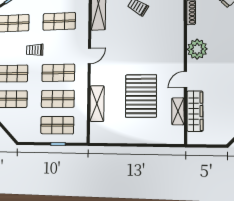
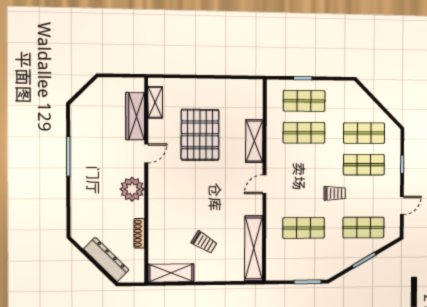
shop shelf: (58, 73) -> (304, 164), removed
shelving: (97, 104) -> (254, 141), moved
shelving: (178, 111) -> (155, 102), moved

